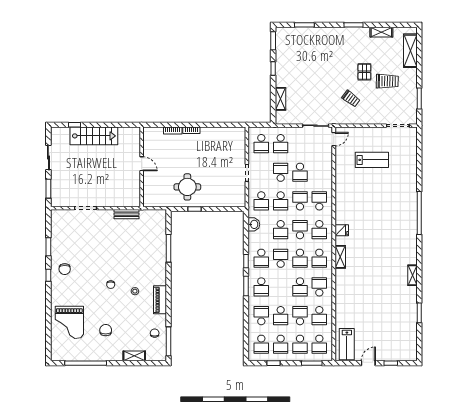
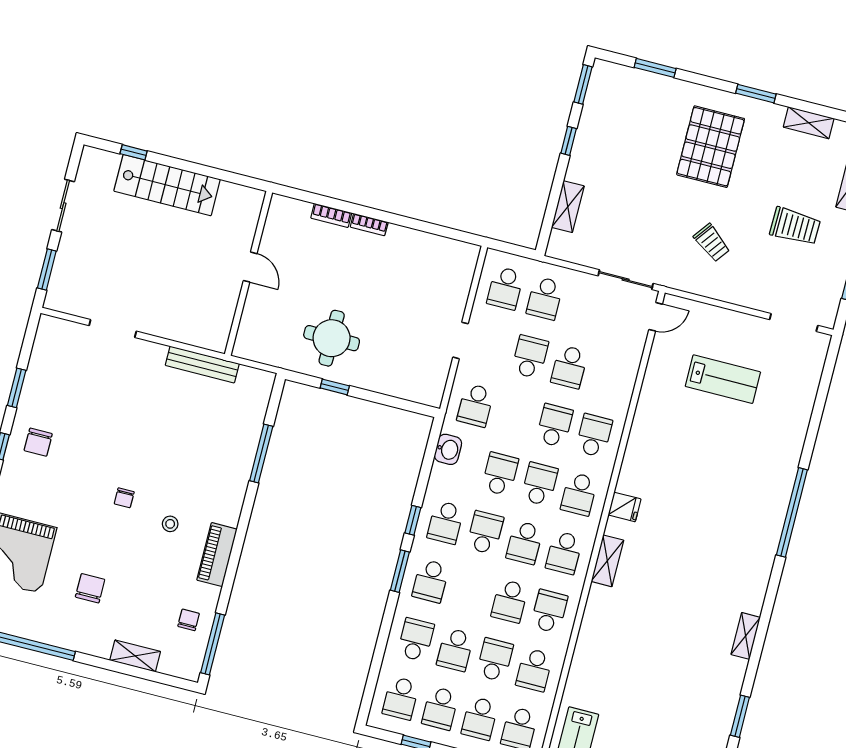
pallet: (364, 72) -> (711, 147), moved, width x2.05, depth x2.00
school desk: (281, 201) -> (515, 415), removed
bench: (126, 214) -> (202, 364), width x1.36
school desk: (281, 230) -> (500, 474), turned 180

